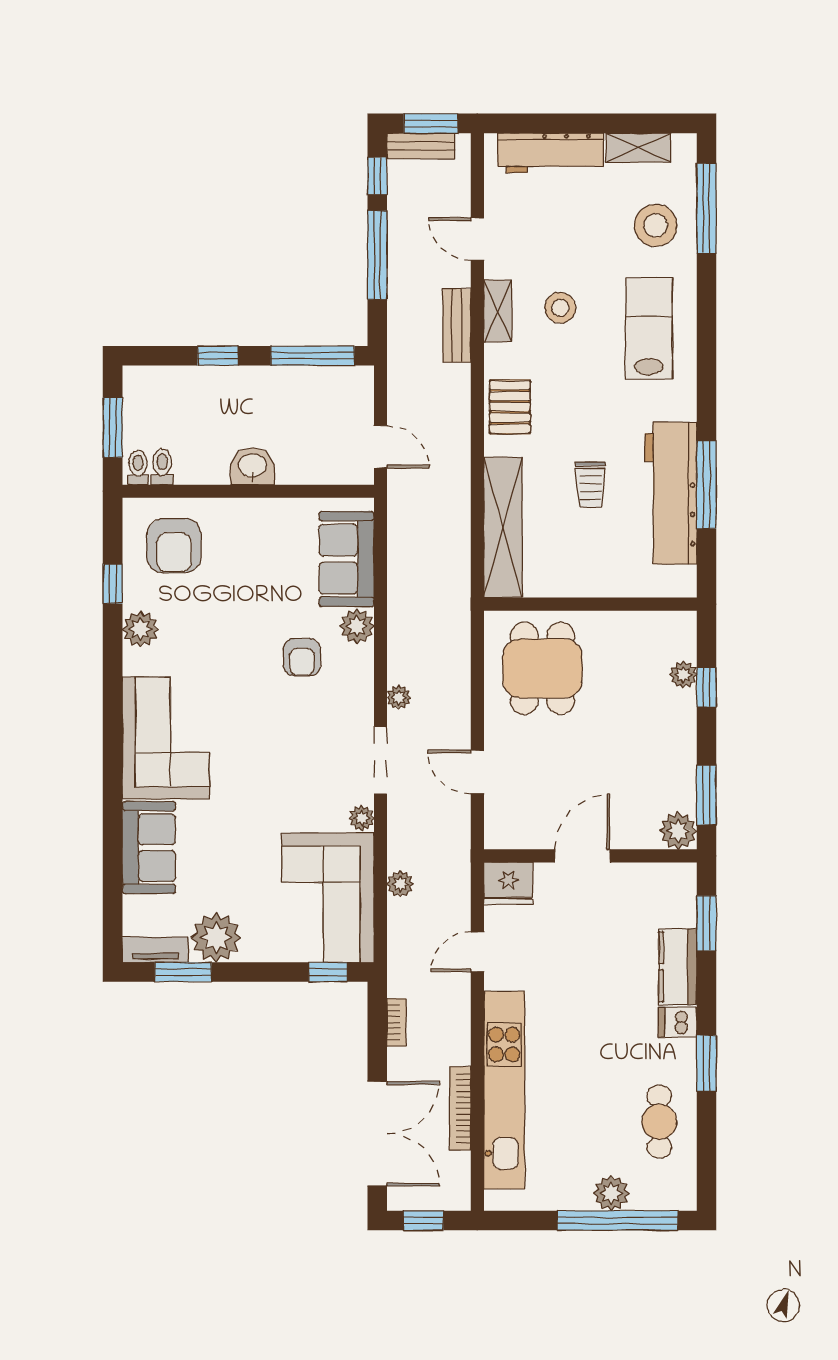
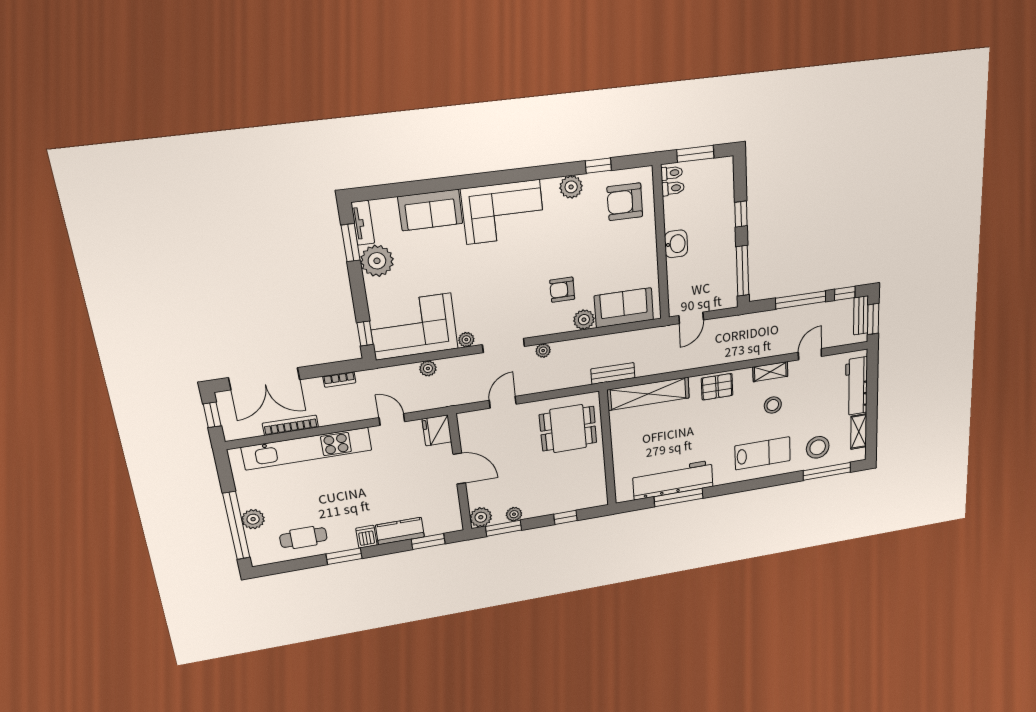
bench: (457, 326) -> (613, 373), moved
trolley: (590, 485) -> (675, 437), removed
plant: (683, 675) -> (514, 514), moved

